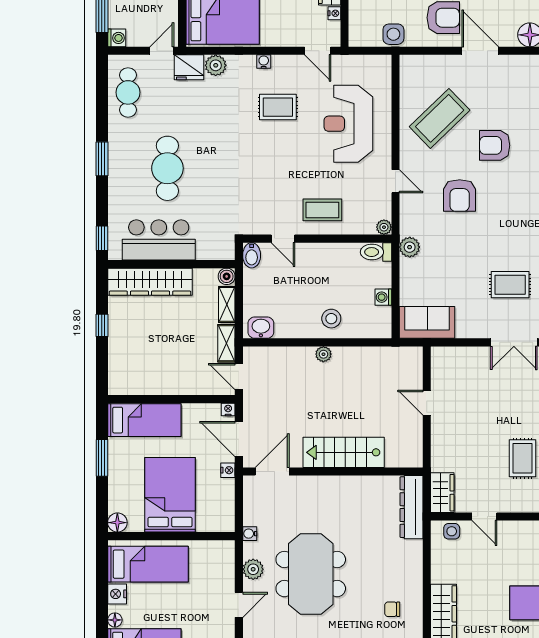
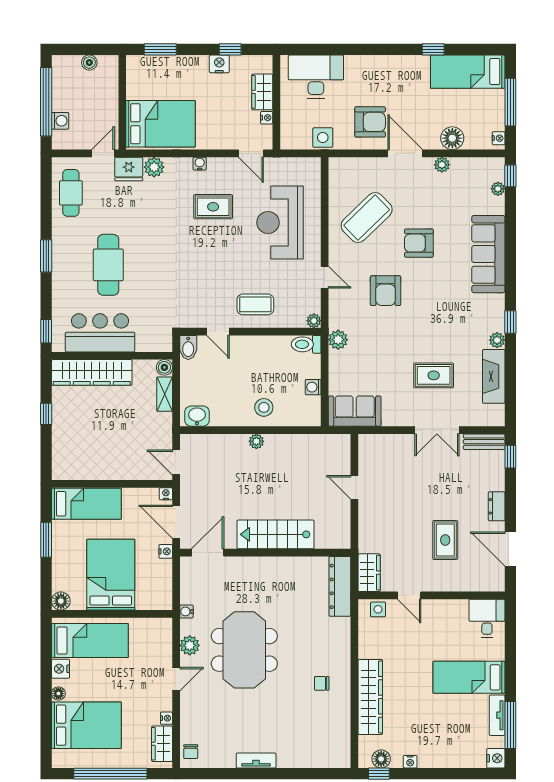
washing machine: (117, 38) -> (60, 121), moved
plant: (519, 63) -> (442, 165), added
shelving: (226, 343) -> (164, 431), removed

